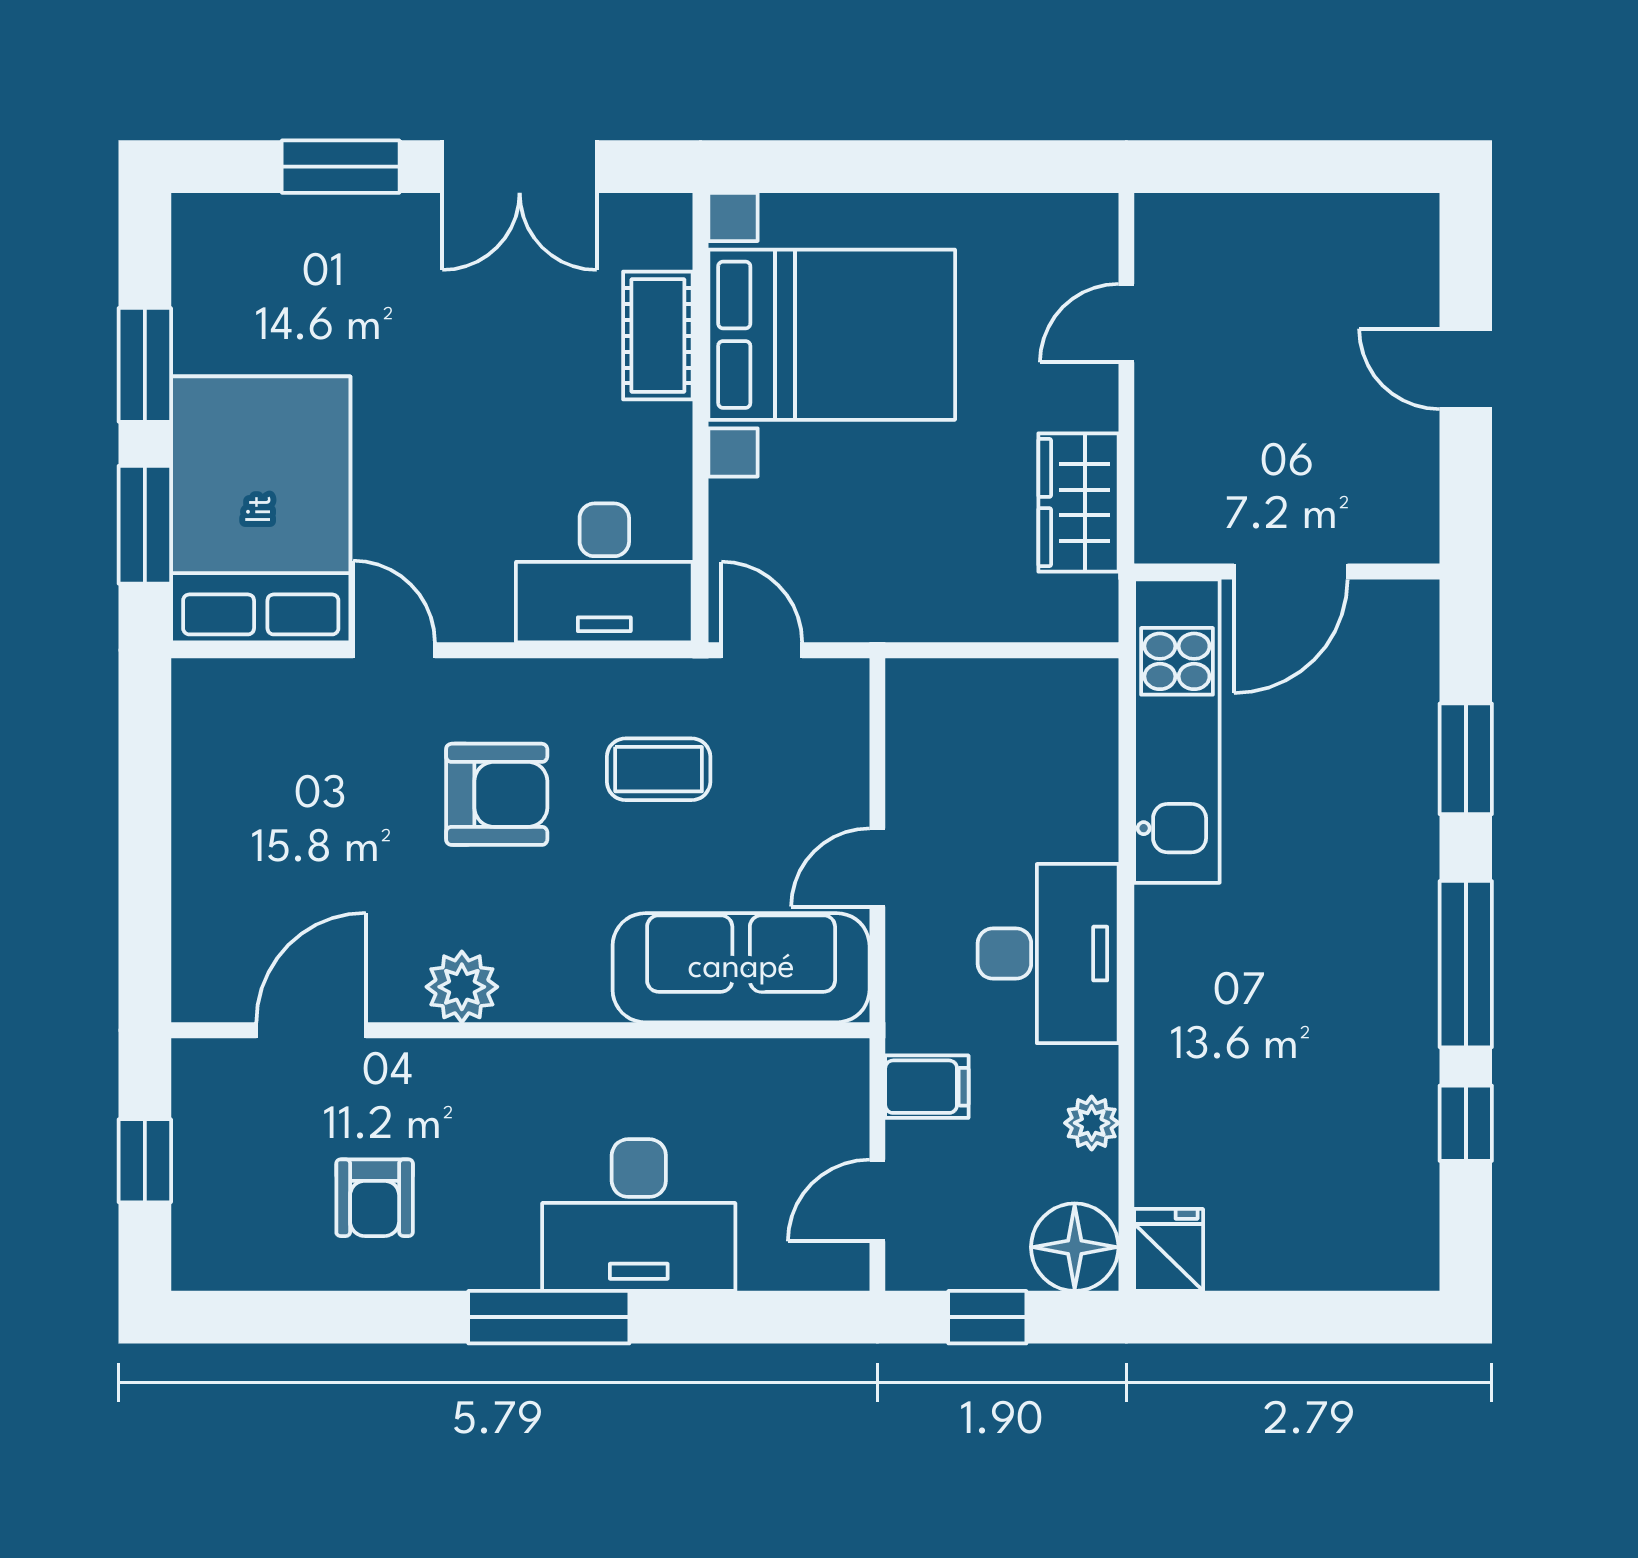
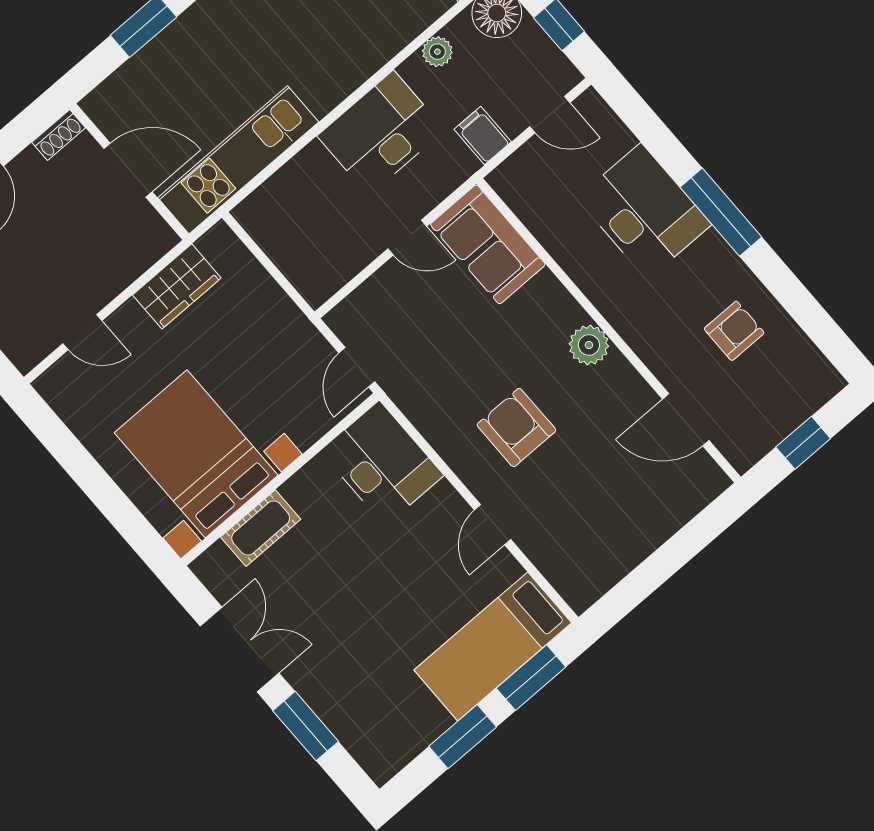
bed: (261, 509) -> (493, 646), width x0.67
shoe rack: (1418, 519) -> (59, 135), added
coffee table: (659, 769) -> (446, 368), removed
sofa: (741, 968) -> (488, 244), width x0.73
plant: (462, 987) -> (589, 345), moved

